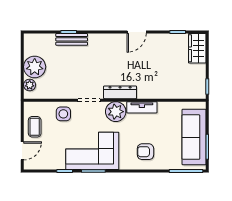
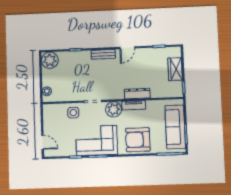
bench: (72, 39) -> (103, 54), moved
wardrobe: (197, 48) -> (175, 69), moved
plant: (35, 67) -> (50, 60), moved
dresser: (120, 92) -> (137, 94), moved
coffee table: (35, 127) -> (52, 123), removed
door: (22, 151) -> (43, 142), hinge flipped
armchair: (145, 152) -> (138, 140), width x1.88, depth x1.88

